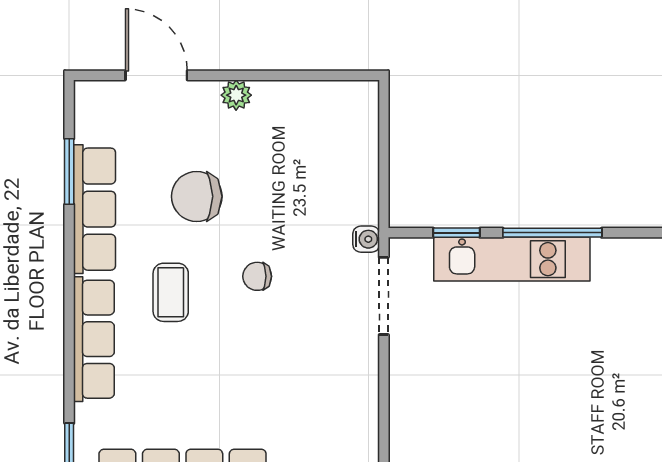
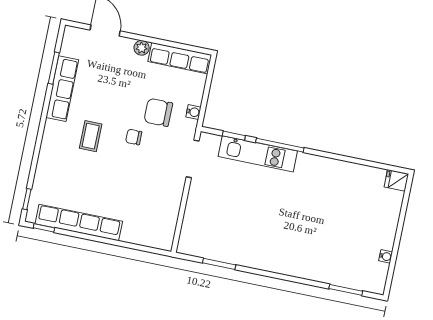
chair: (197, 196) -> (158, 112), moved
water cooler: (366, 239) -> (193, 112), moved
row of seats: (94, 339) -> (180, 58), moved, turned 90

